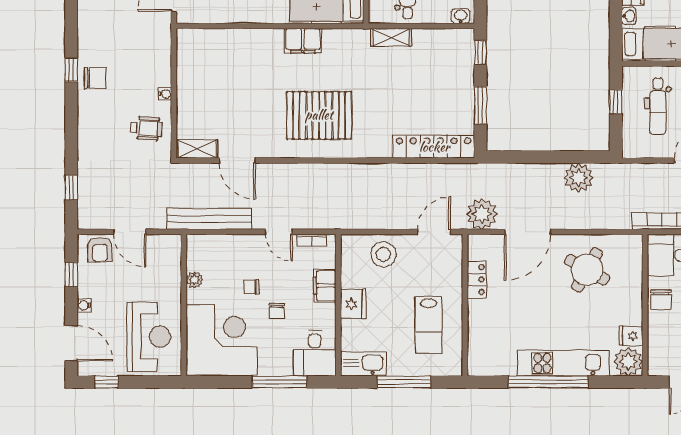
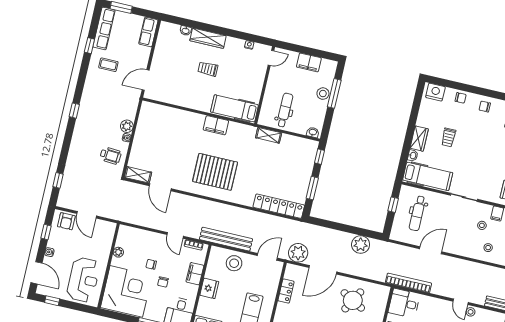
plant: (161, 75) -> (127, 126), added
chair: (95, 78) -> (87, 119), removed
bench: (209, 219) -> (226, 239), moved

